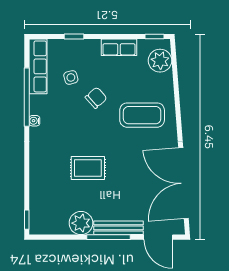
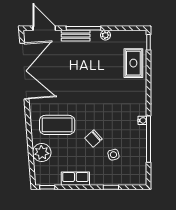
plant: (160, 61) -> (42, 153), moved
row of seats: (38, 66) -> (139, 163), removed
rug: (88, 168) -> (133, 63), moved, turned 90
plant: (81, 223) -> (105, 35), width x0.53, depth x0.53
bench: (119, 228) -> (76, 36), width x0.73

